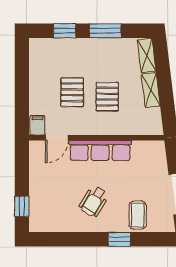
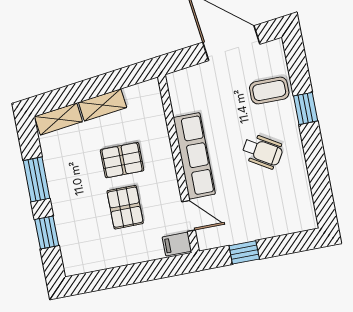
pallet: (72, 92) -> (125, 207), turned 90
window: (22, 206) -> (244, 252), moved

